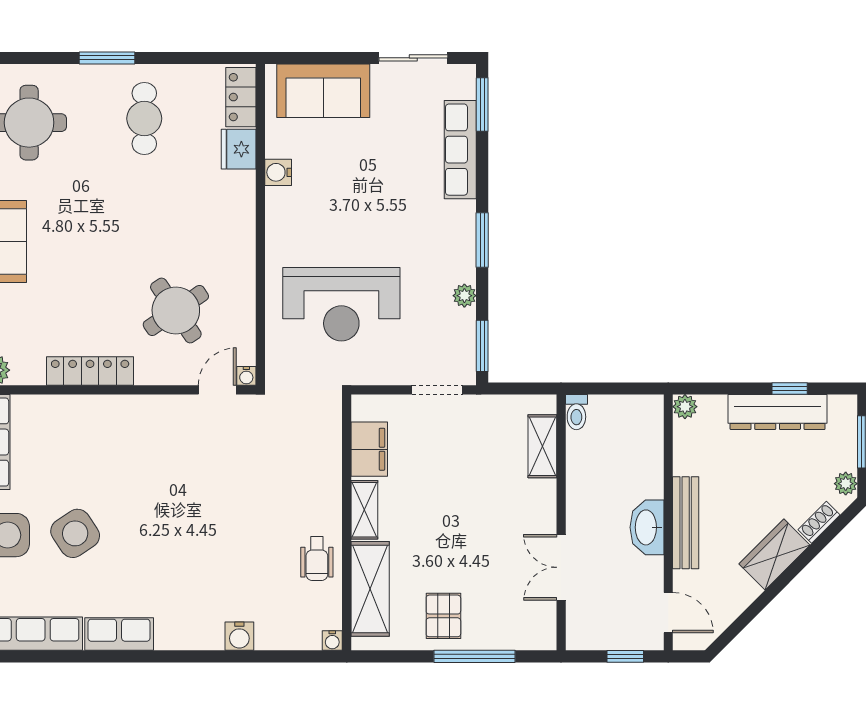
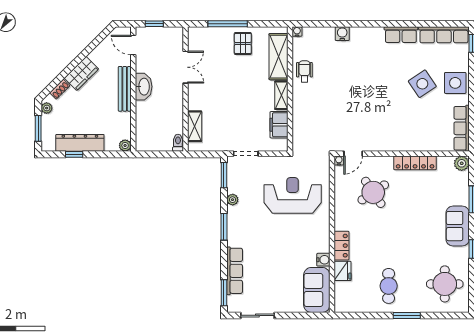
sofa: (323, 91) -> (317, 290), moved, turned -90
locker: (241, 97) -> (342, 246), moved

